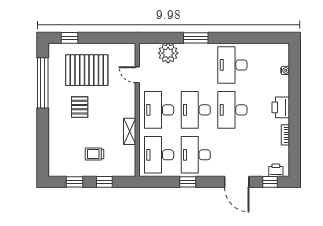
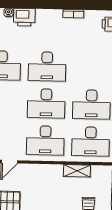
printer: (281, 107) -> (24, 17), moved
shelving: (130, 131) -> (77, 171), moved

